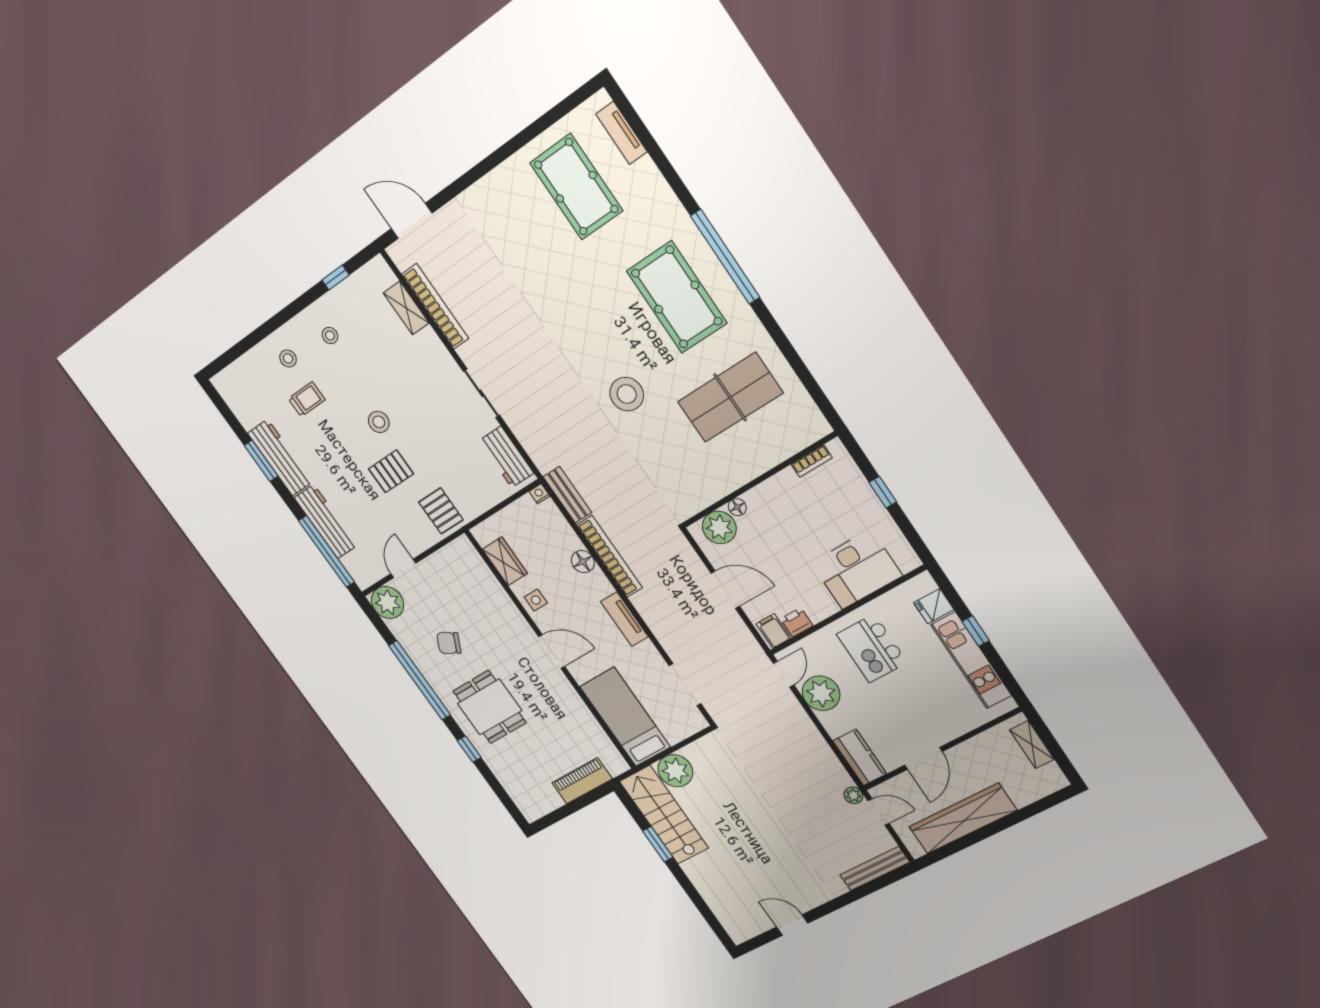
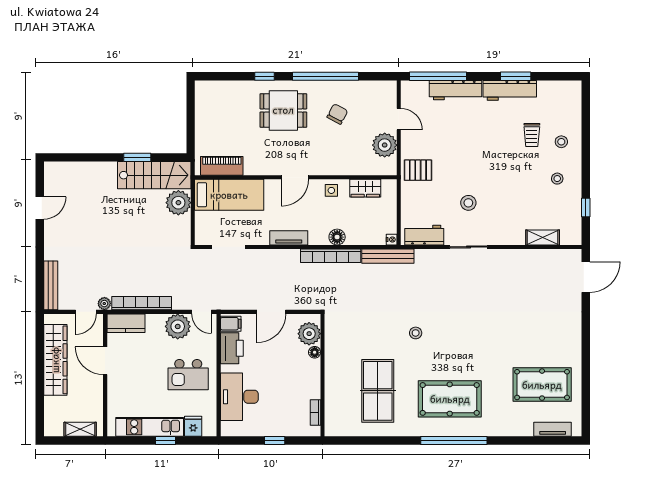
bookcase: (435, 306) -> (142, 303), moved, turned 180
stool: (627, 394) -> (416, 333), width x0.53, depth x0.53
stool: (379, 422) -> (468, 203), moved
pallet: (391, 471) -> (459, 156), removed
bench: (567, 495) -> (388, 256), width x1.36
plant: (387, 602) -> (385, 145), moved
printer: (797, 622) -> (232, 348), width x1.87, depth x1.48
kitchen island: (872, 648) -> (188, 375), turned 180
piano: (582, 781) -> (222, 166), moved, turned -90

